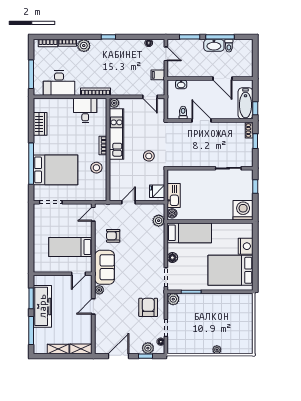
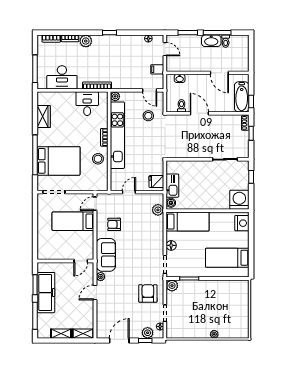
kitchen unit: (117, 134) -> (117, 135), width x1.36
stool: (149, 156) -> (148, 116), moved
nightstand: (246, 246) -> (242, 223), moved
bed: (70, 247) -> (73, 221), moved
bed: (231, 270) -> (227, 258), width x0.67

